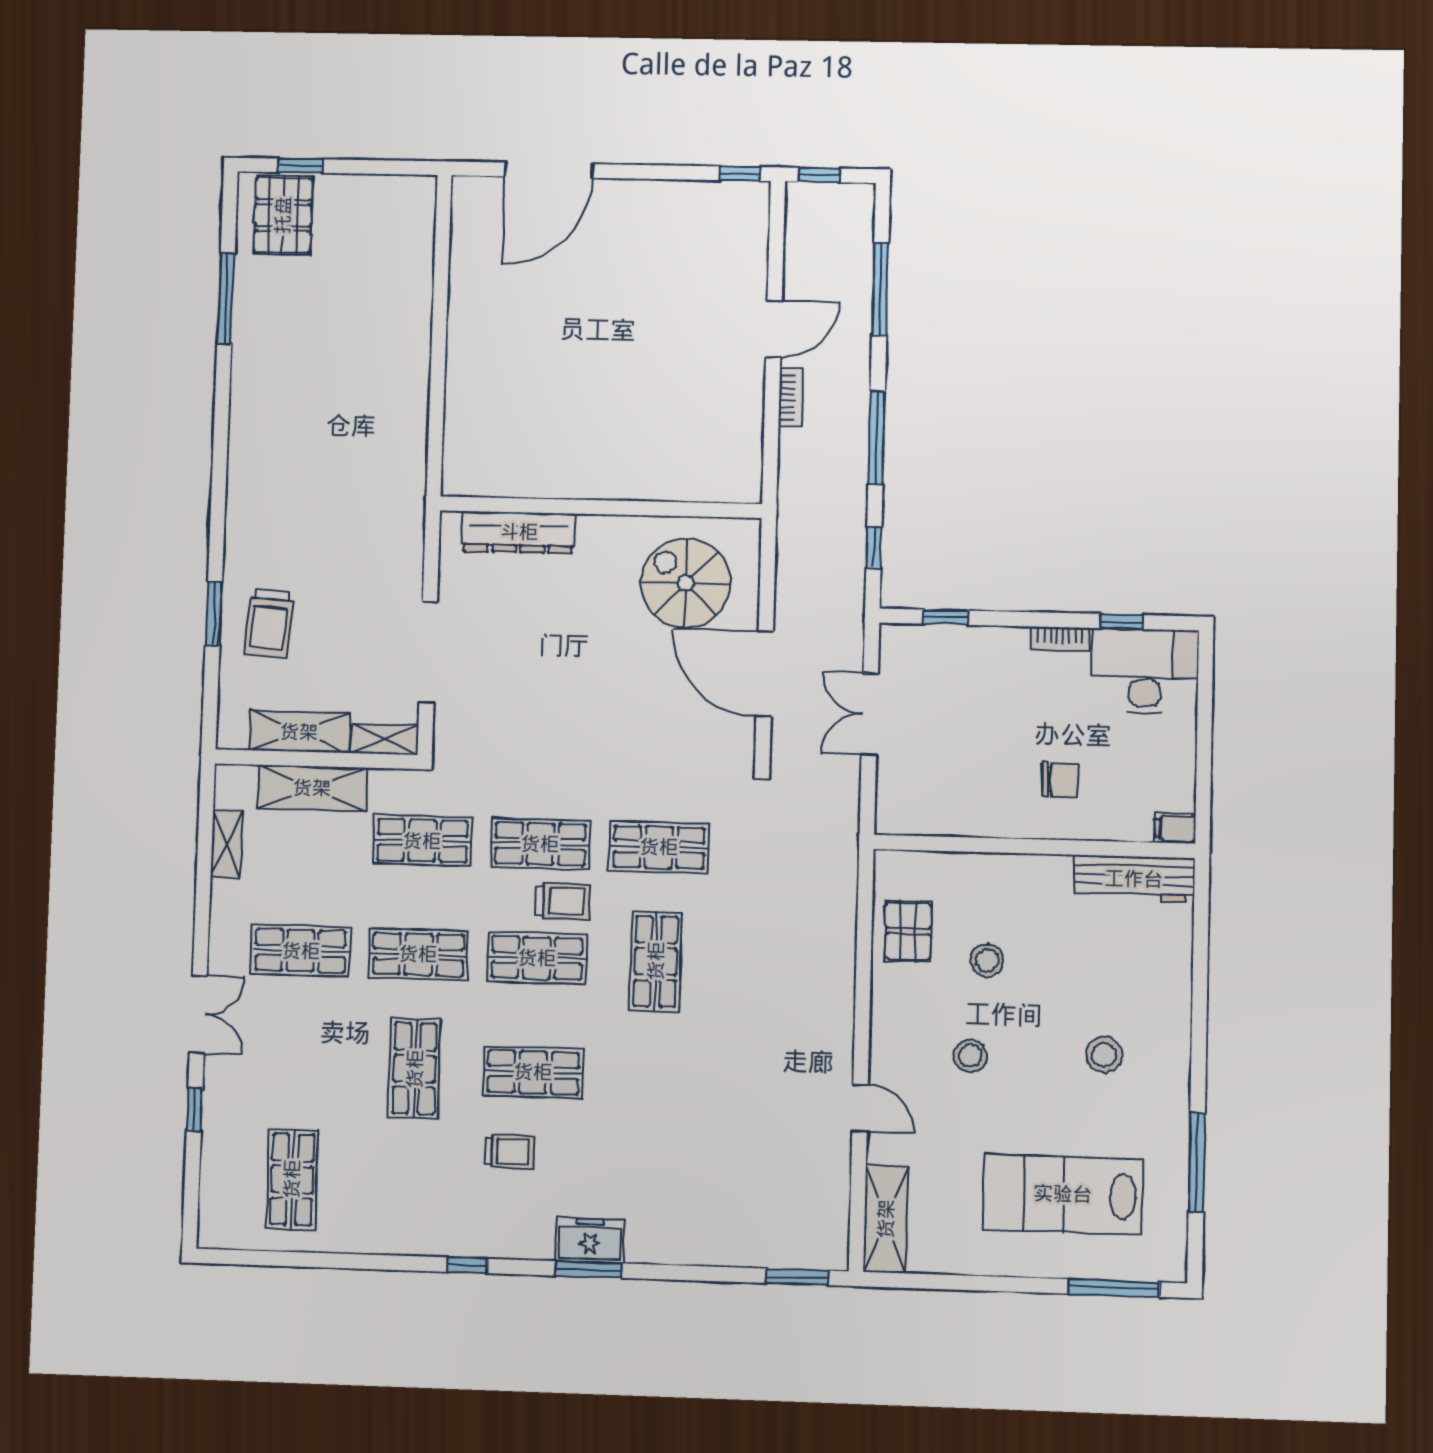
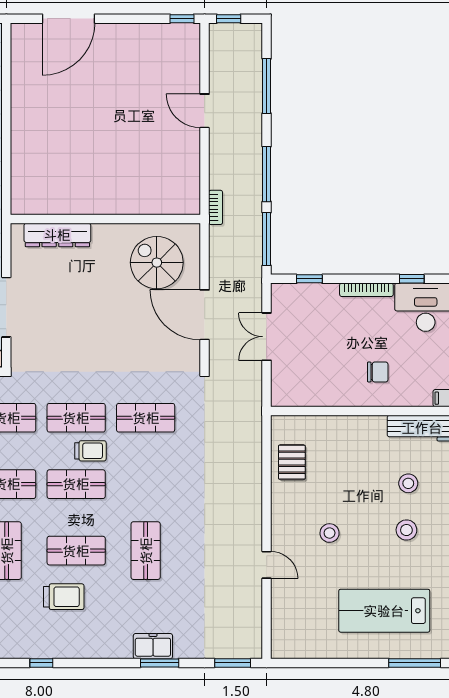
door: (774, 329) -> (205, 111), swing flipped
bookcase: (791, 397) -> (216, 207), moved
window: (874, 548) -> (267, 239), width x2.17
bookcase: (1060, 639) -> (366, 290), width x1.56
stool: (987, 960) -> (408, 483), moved
shop shelf: (656, 961) -> (146, 551), moved
trolley: (510, 1152) -> (64, 597), width x1.36, depth x1.39
shelving: (886, 1219) -> (283, 628), removed
freezer: (590, 1240) -> (153, 646), moved
window: (588, 1270) -> (160, 663), moved

